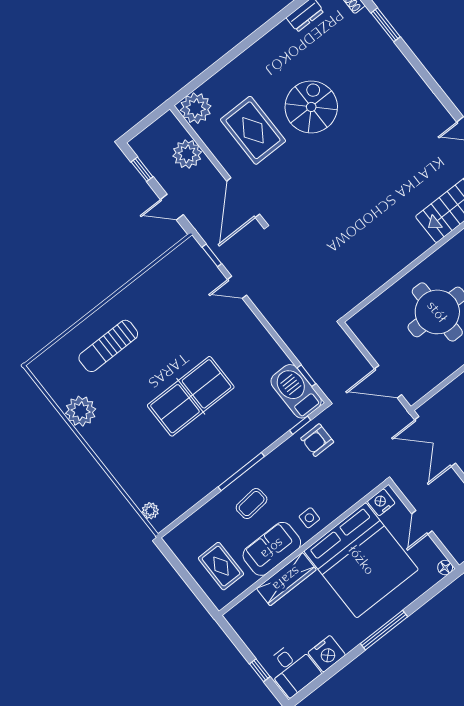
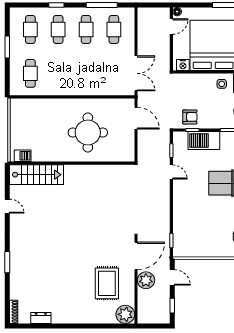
window: (386, 25) -> (7, 262), moved
spiral stairs: (311, 107) -> (72, 273), removed
plant: (187, 154) -> (146, 280), moved
door: (237, 287) -> (171, 172), moved
barbecue: (296, 391) -> (204, 140), moved, turned 90
door: (422, 522) -> (171, 27), moved

